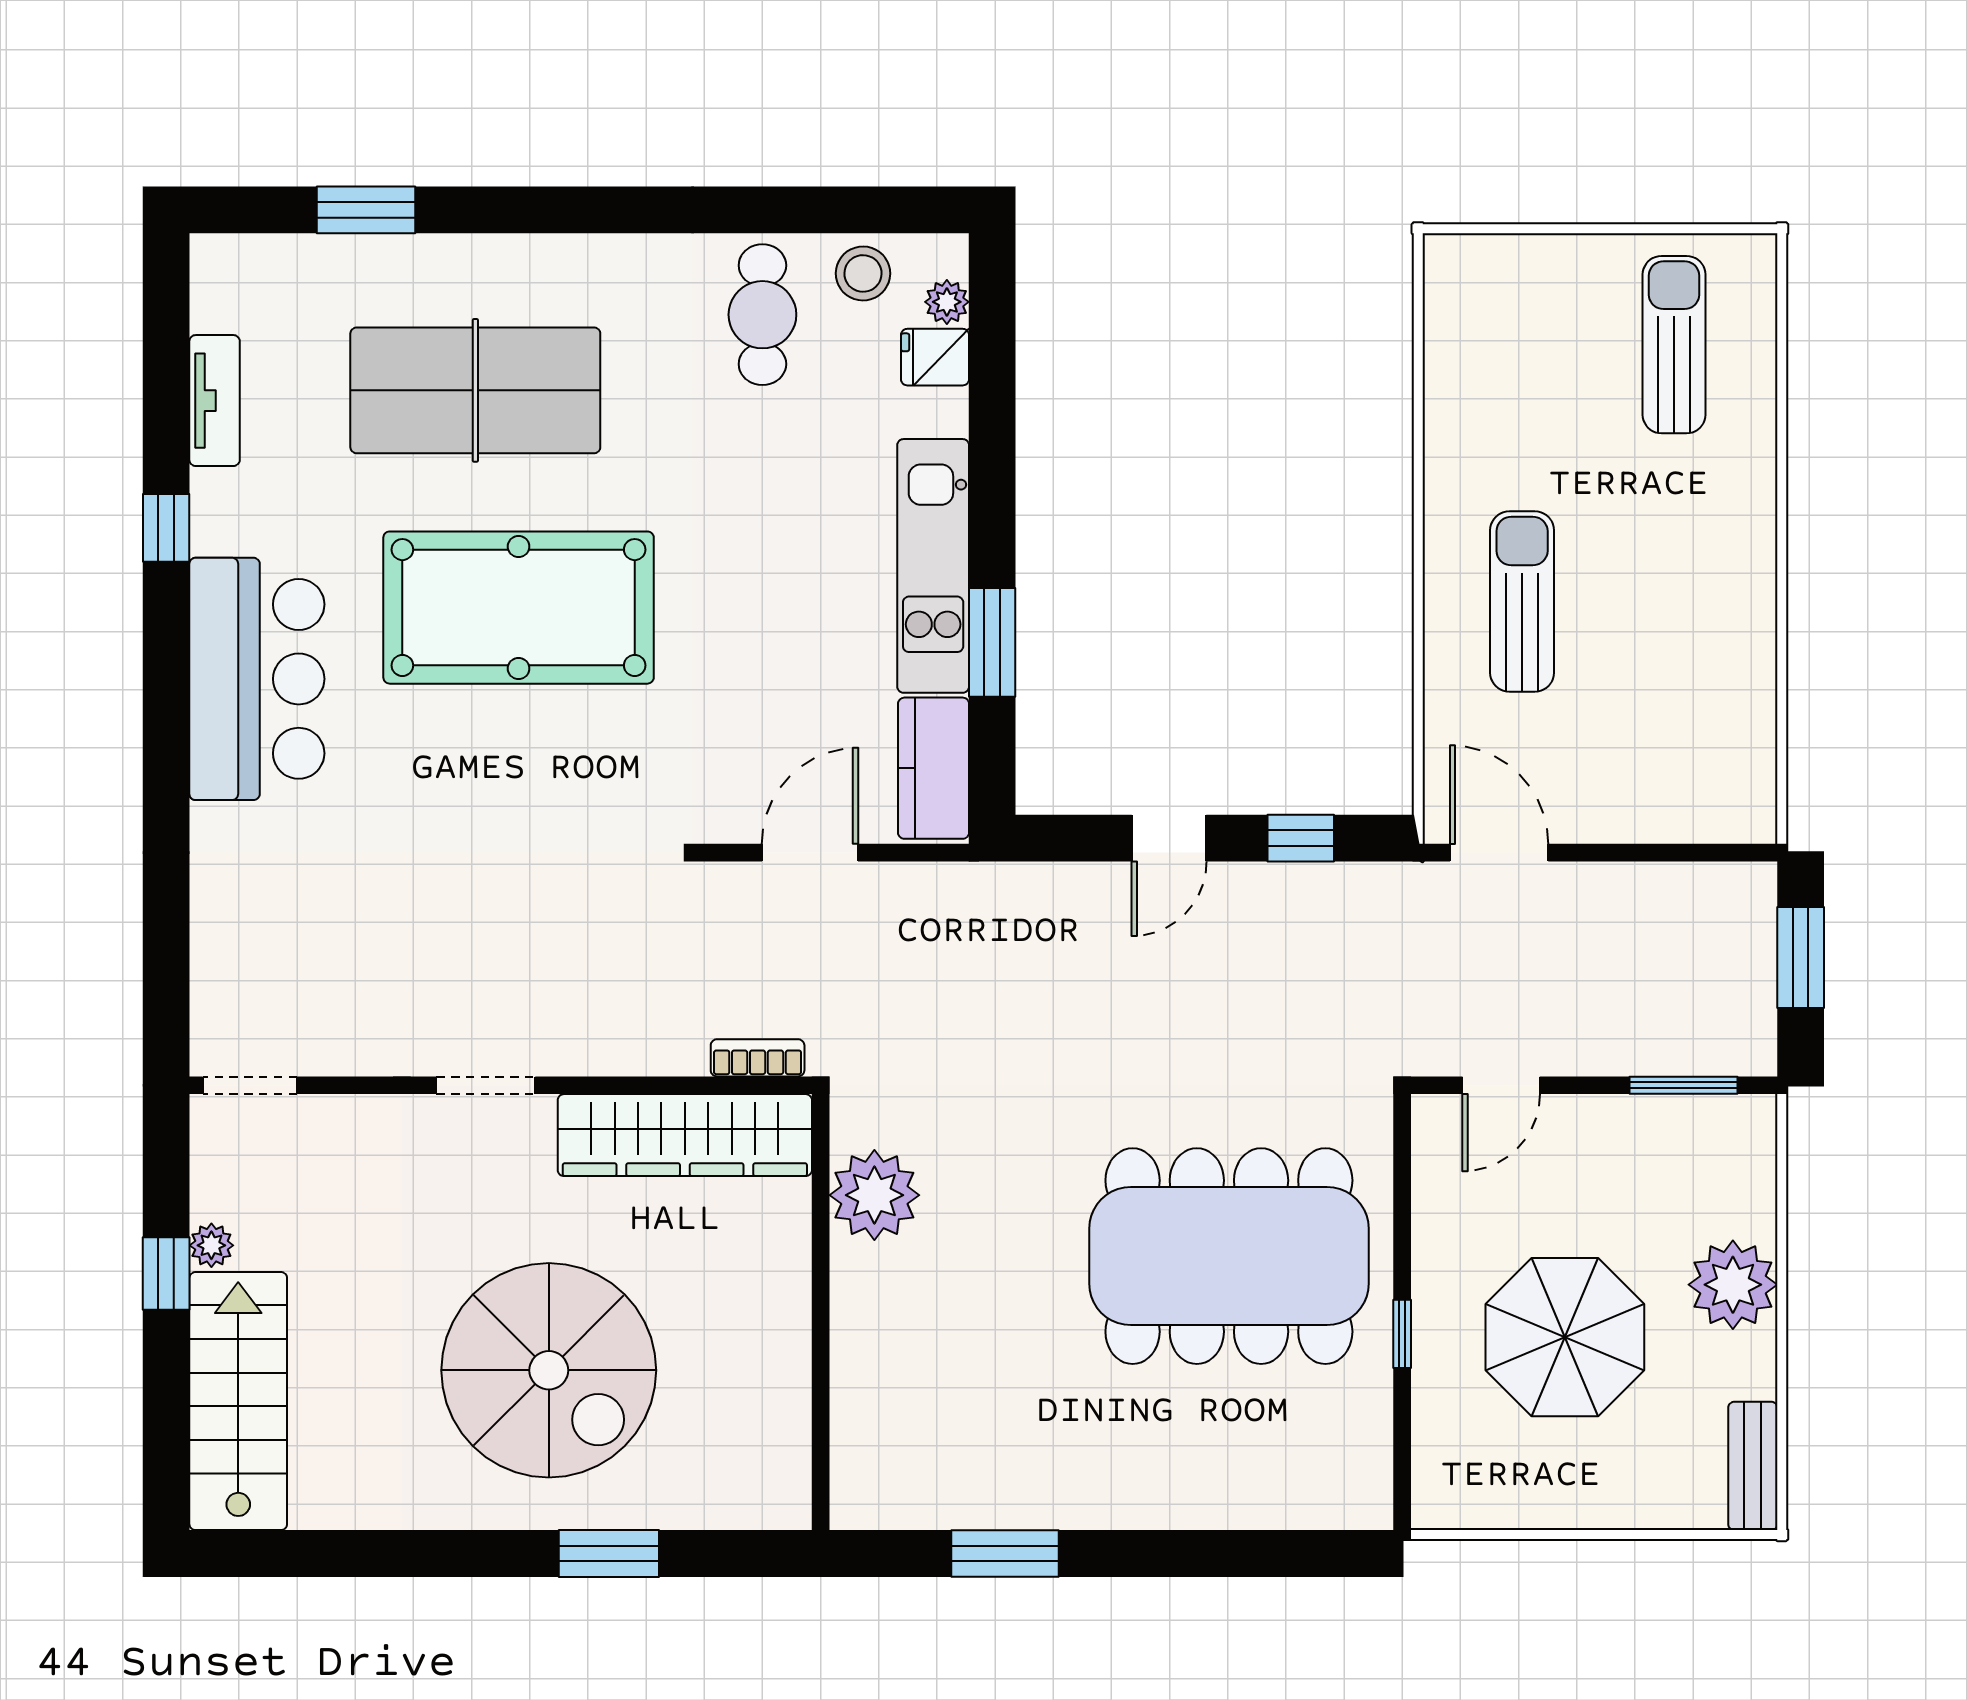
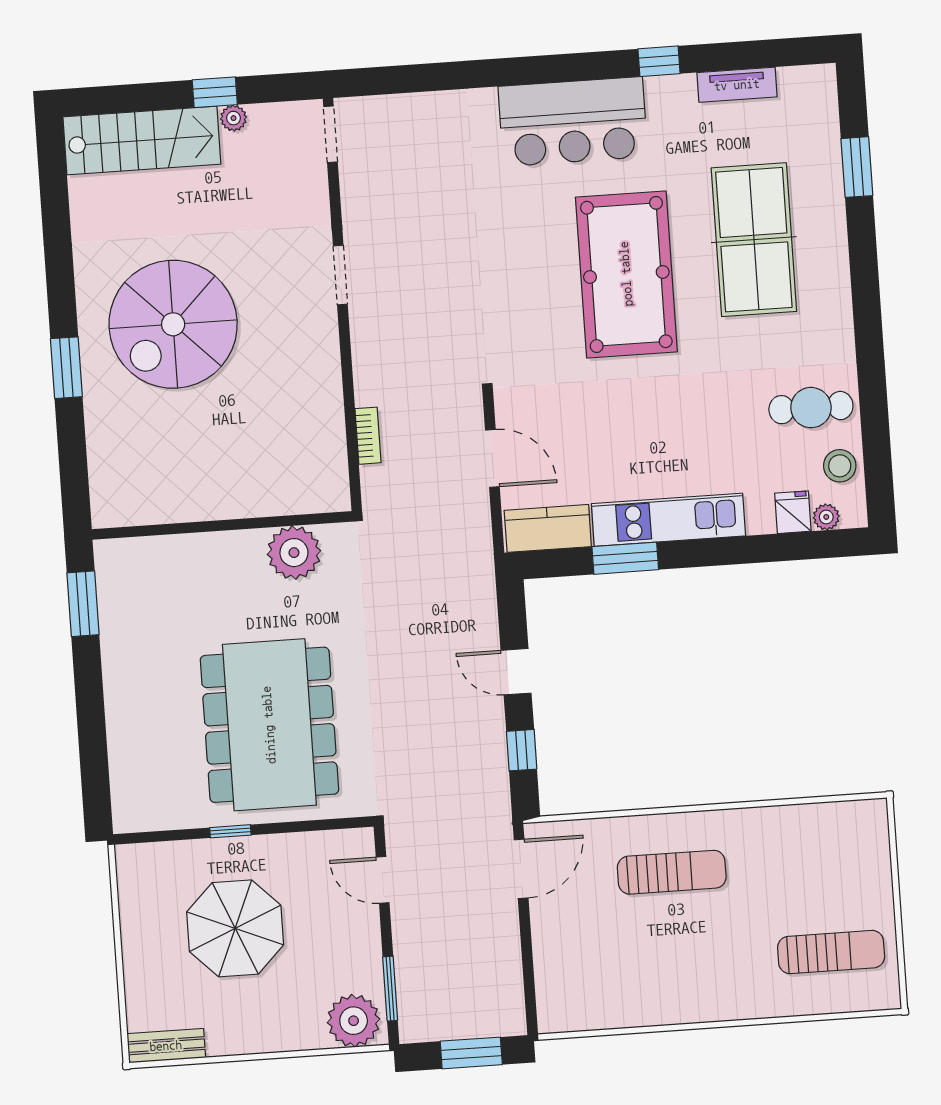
wardrobe: (685, 1135) -> (319, 396), removed
plant: (874, 1195) -> (294, 553), moved
plant: (1733, 1285) -> (354, 1021), moved
wall: (821, 1312) -> (222, 525), moved

